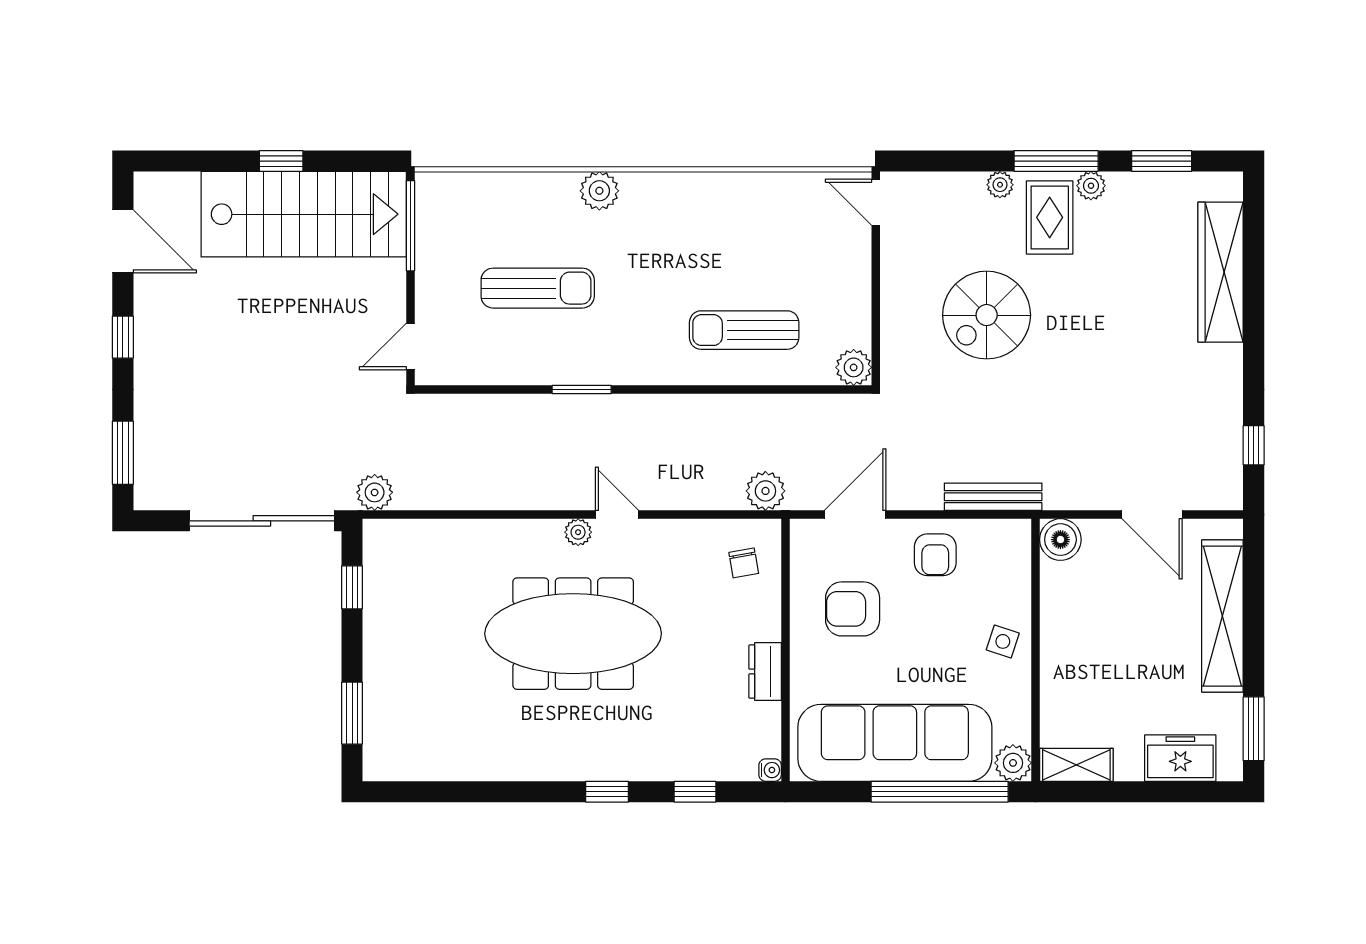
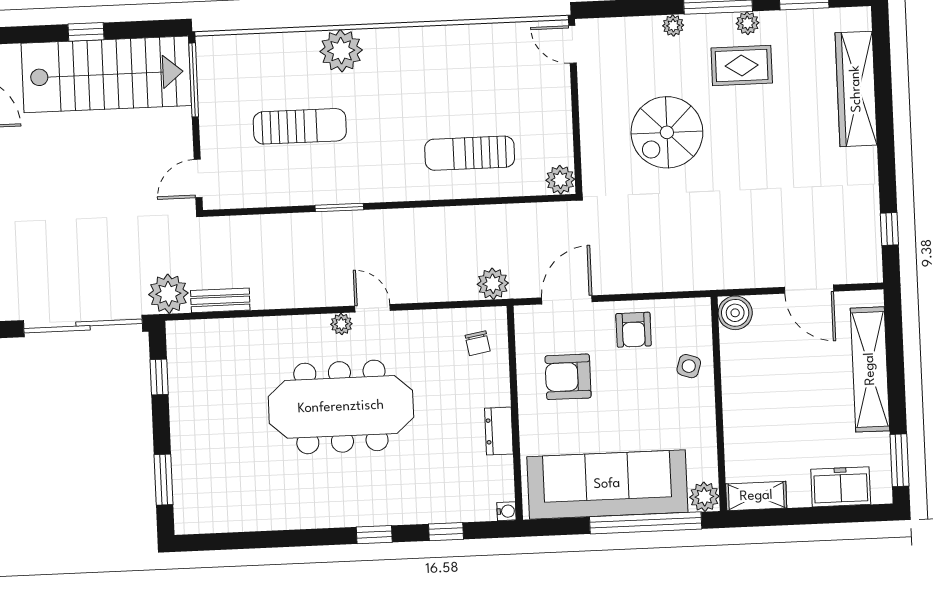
plant: (599, 191) -> (341, 51), width x1.36, depth x1.36
rug: (1050, 217) -> (742, 66), moved, turned 90
plant: (375, 492) -> (168, 294), width x1.36, depth x1.36
bench: (993, 497) -> (220, 300), moved, width x0.73
side table: (1003, 641) -> (689, 366), moved

